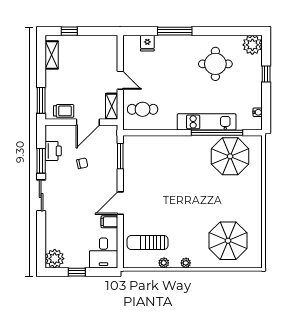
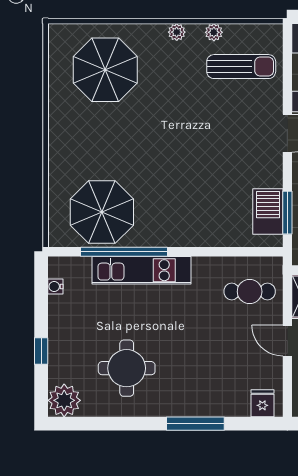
fridge: (147, 43) -> (262, 403), moved
barbecue: (132, 157) -> (268, 212), added

